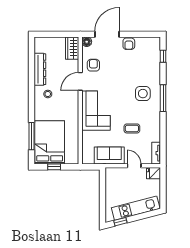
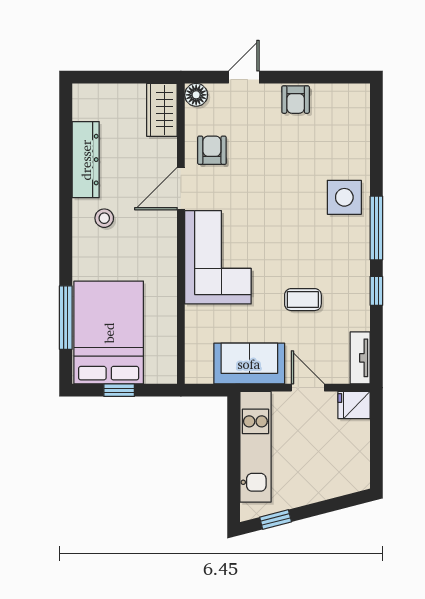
door: (107, 34) -> (244, 77), width x0.53
window: (163, 56) -> (376, 291), moved
side table: (143, 94) -> (344, 197), moved
kitchen unit: (136, 208) -> (255, 447), moved, turned 105

